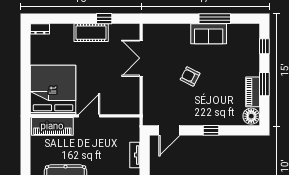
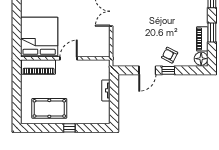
armchair: (190, 76) -> (170, 55), moved
door: (169, 130) -> (147, 70), moved

